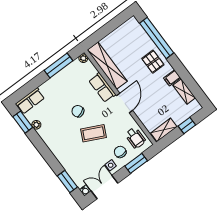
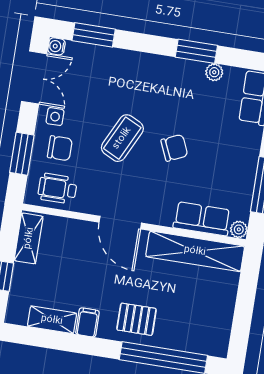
row of seats: (102, 87) -> (202, 219), moved
window: (23, 122) -> (196, 51), moved

